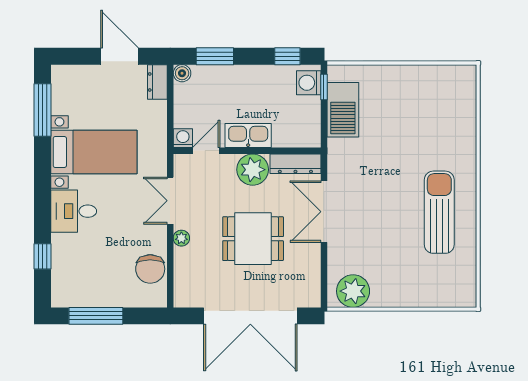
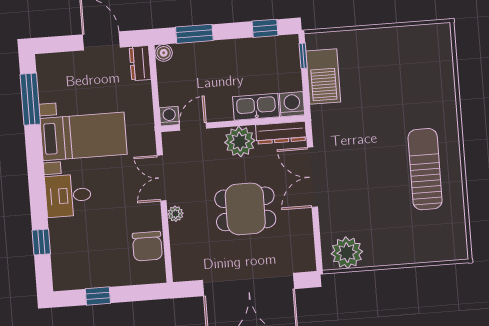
washing machine: (309, 83) -> (292, 104), moved, turned 90
kitchen sink: (248, 135) -> (256, 107), moved
window: (96, 316) -> (98, 296), width x0.46

